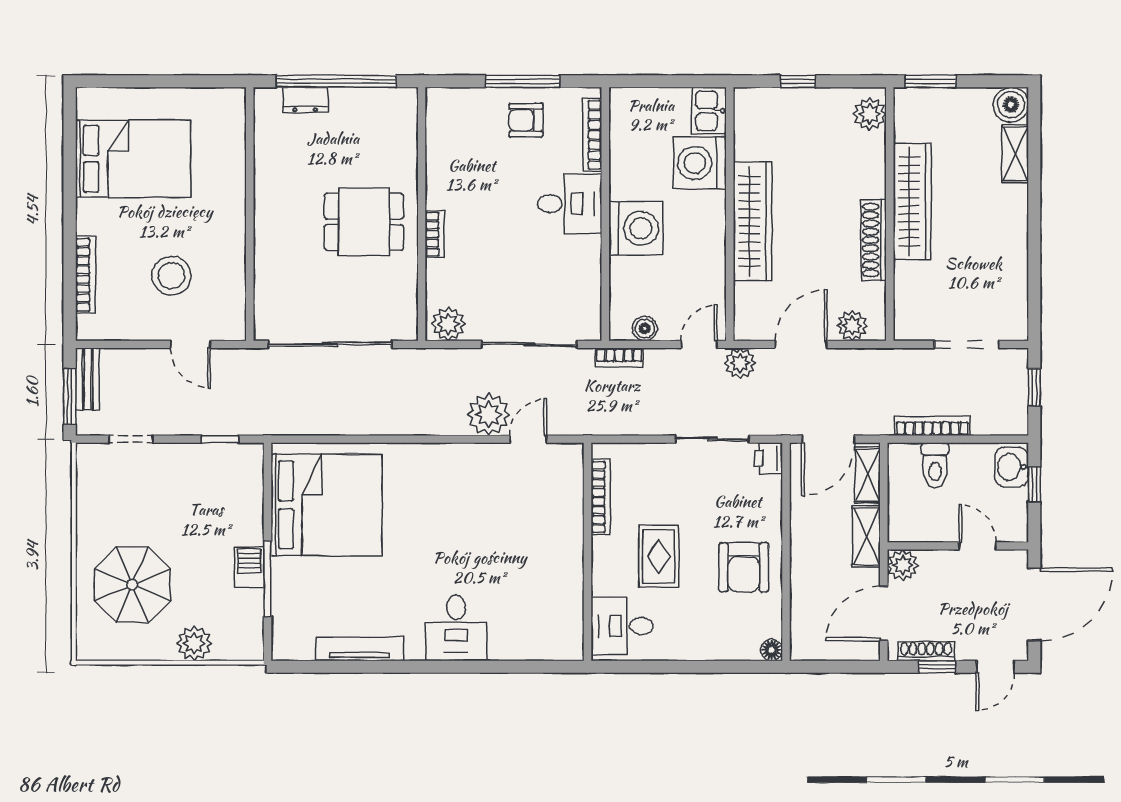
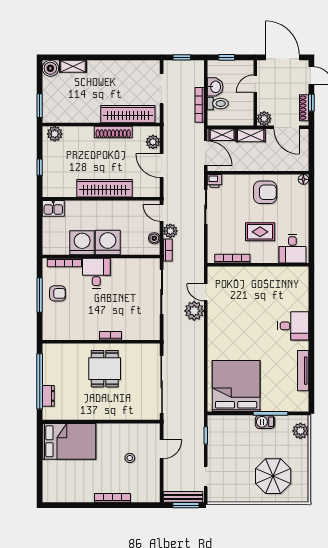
armchair: (526, 120) -> (58, 293), turned -90
bed: (133, 159) -> (69, 441), moved, turned 90
washing machine: (700, 163) -> (82, 243), moved, turned 180
wardrobe: (912, 201) -> (128, 114), moved
bookcase: (85, 275) -> (112, 498), moved
stool: (171, 276) -> (130, 458), width x0.53, depth x0.53
plant: (448, 324) -> (152, 329), removed
plant: (740, 363) -> (170, 231), moved
bench: (87, 379) -> (183, 497), width x1.36
washbasin: (1012, 467) -> (215, 87), moved, turned -90
plant: (194, 643) -> (300, 431), moved

